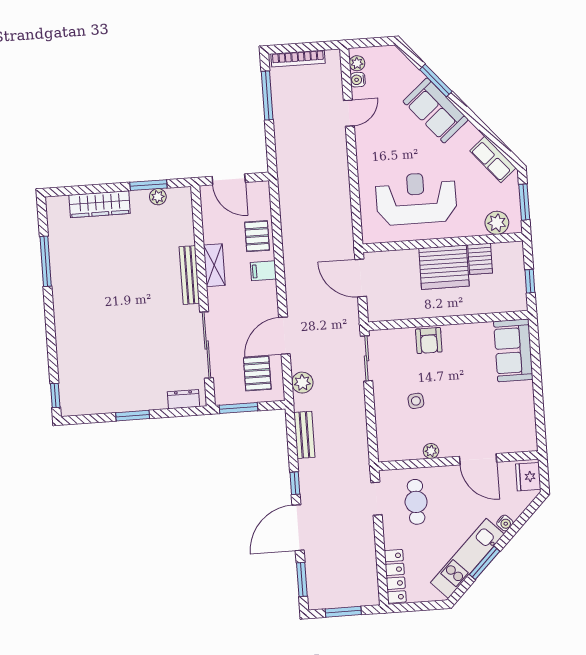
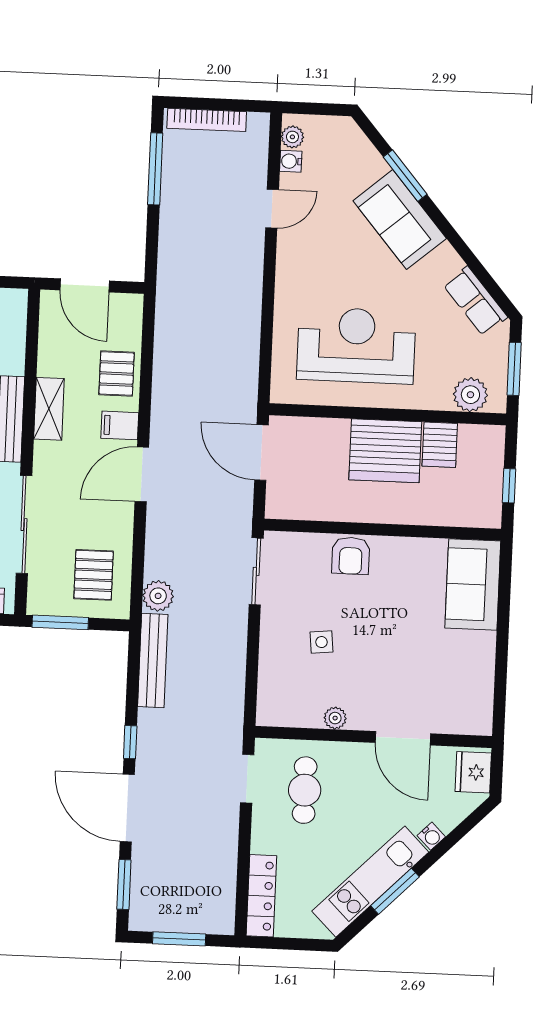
door: (284, 336) -> (142, 474), moved
bench: (304, 435) -> (153, 660), width x1.36
door: (298, 528) -> (127, 808), hinge flipped

